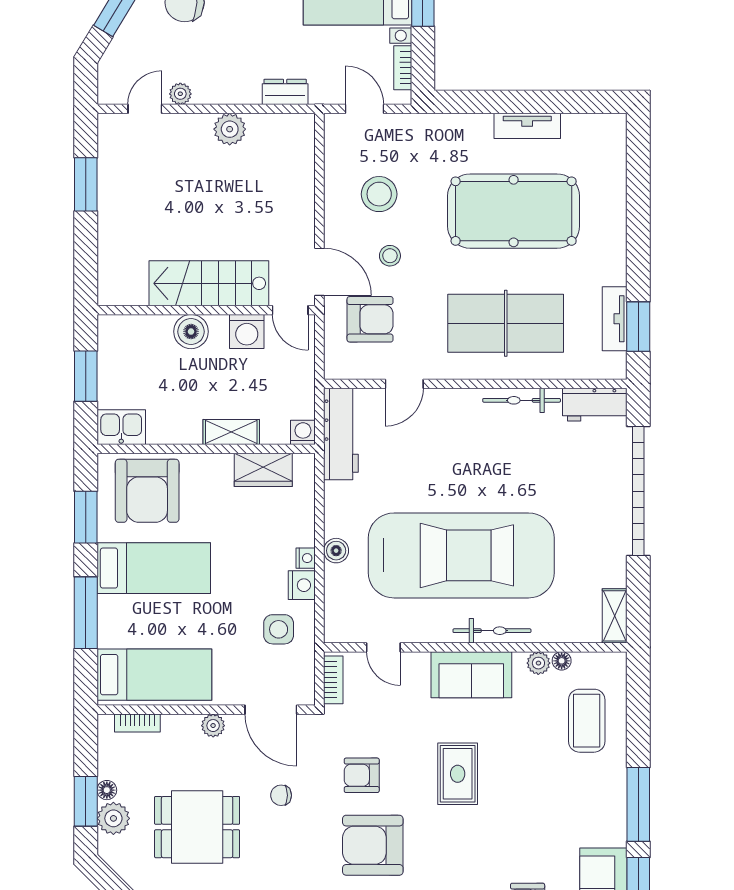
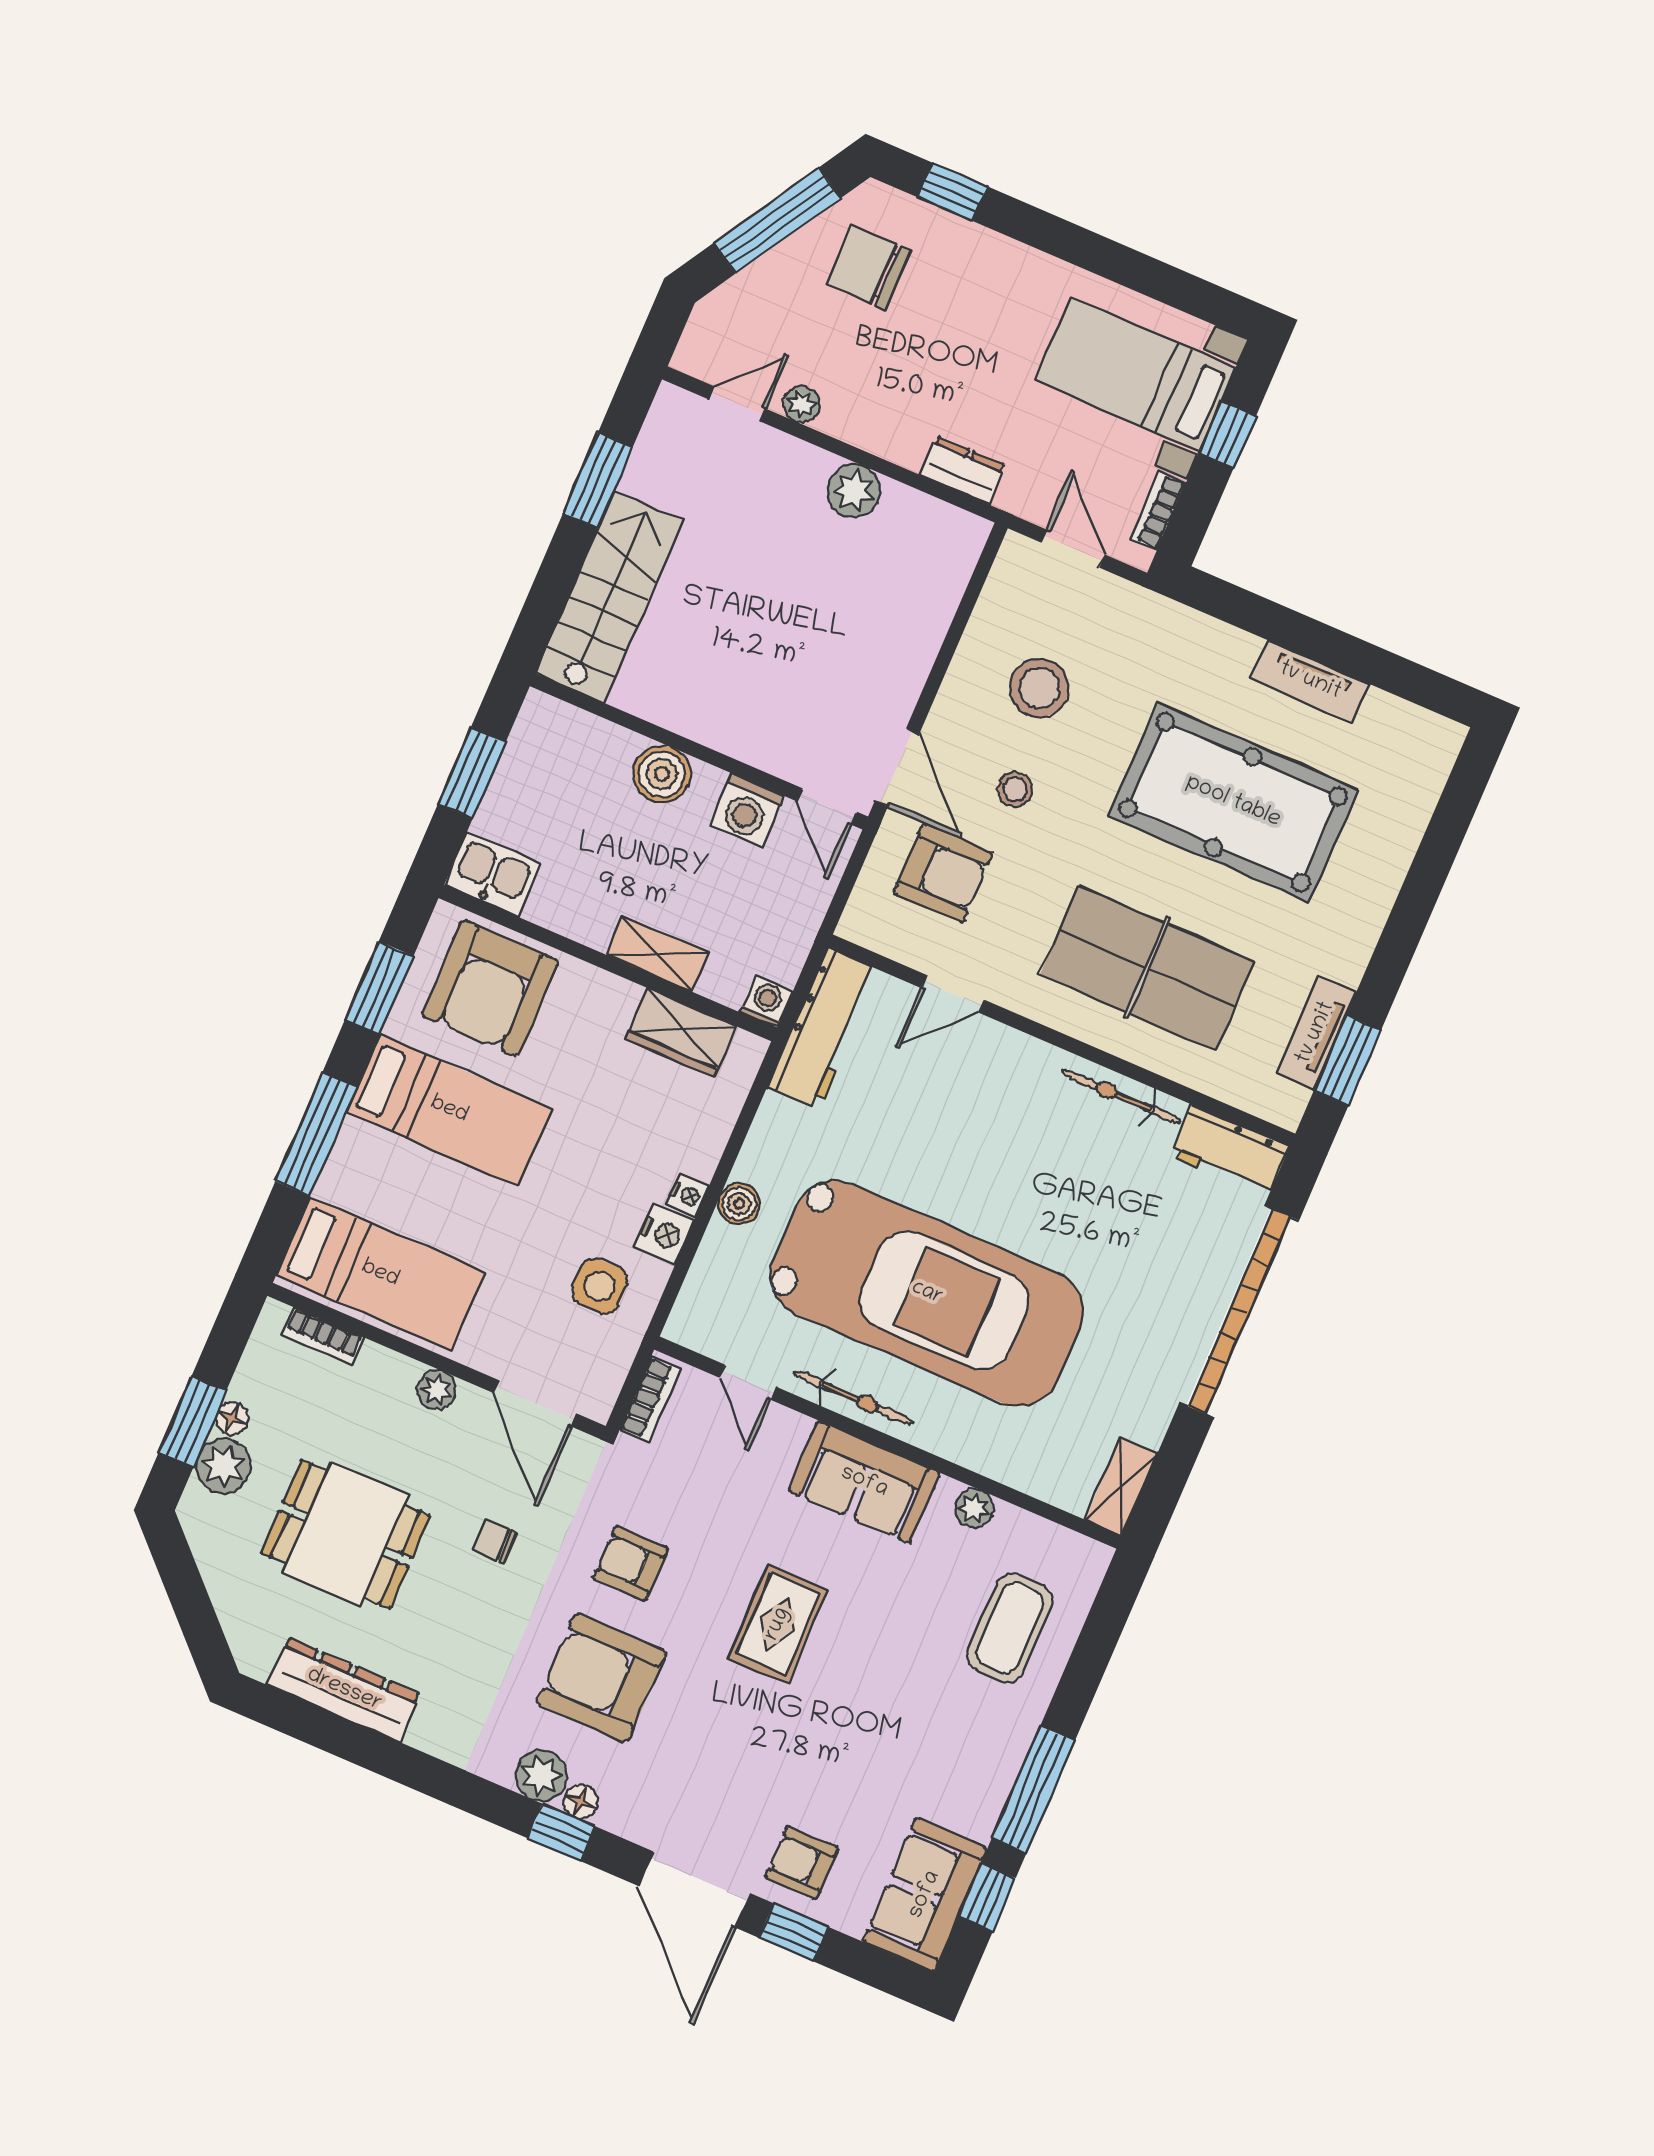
stairs: (209, 283) -> (609, 597), moved, turned 90
bicycle: (492, 631) -> (853, 1398), moved
floor lamp: (562, 661) -> (1011, 1520), removed

